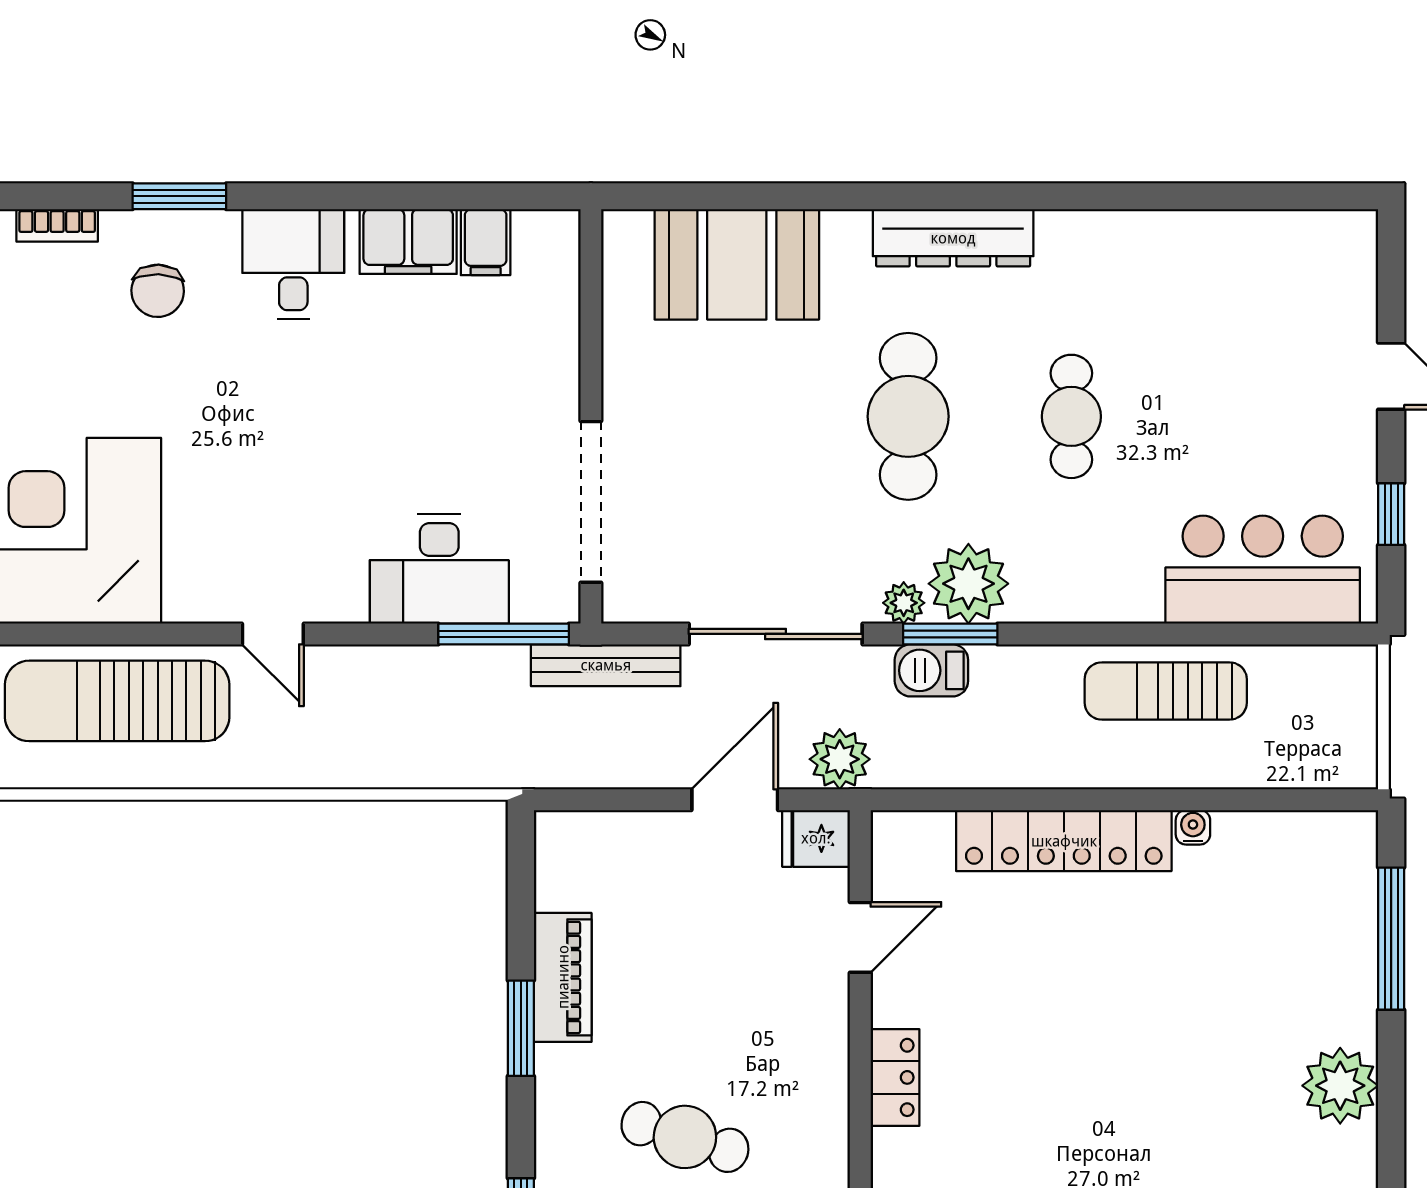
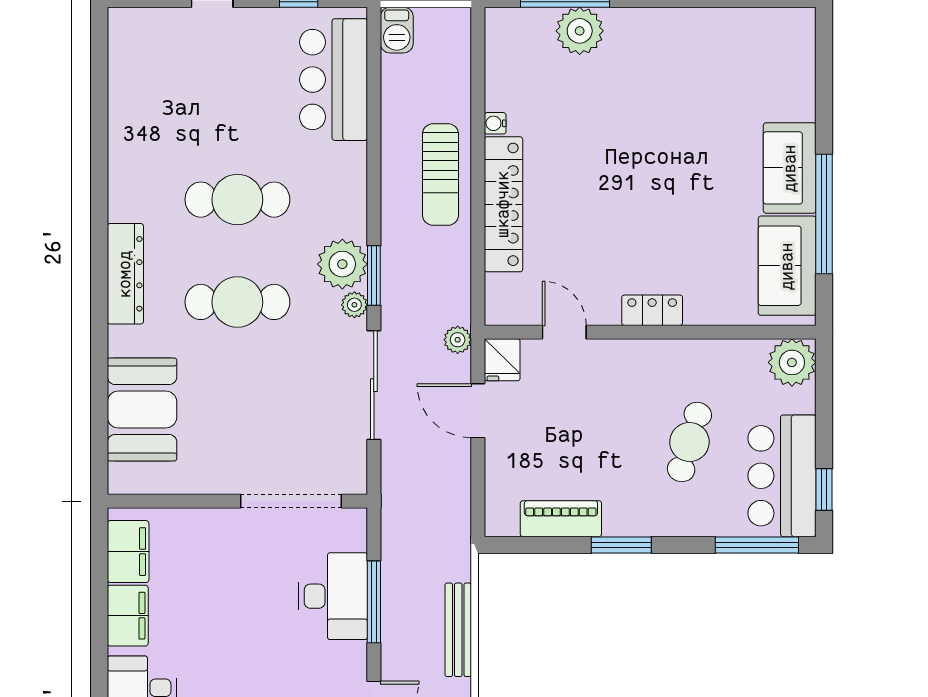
filing cabinet: (486, 242) -> (128, 552), width x2.00
cafe table: (1071, 416) -> (237, 200), width x1.37, depth x1.35
window: (504, 634) -> (374, 602), moved
bench: (606, 665) -> (458, 630), moved
barbecue: (931, 670) -> (397, 30), moved
sun lounger: (1166, 691) -> (441, 175), moved
plant: (840, 759) -> (458, 340), width x0.73, depth x0.73
piano: (563, 977) -> (561, 519), moved
plant: (1340, 1086) -> (580, 31), moved

